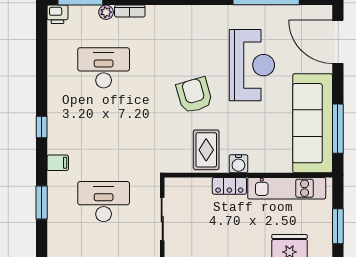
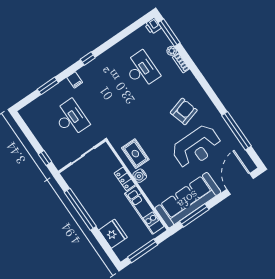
armchair: (194, 95) -> (184, 111), moved
rug: (206, 150) -> (135, 154), turned 90
window: (338, 226) -> (143, 251), width x1.44

